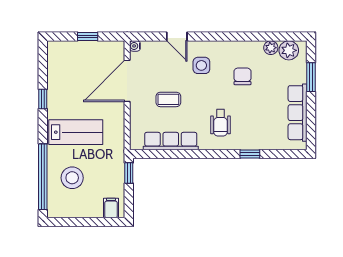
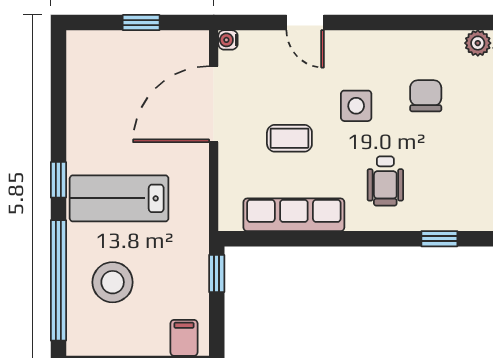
side table: (201, 65) -> (356, 106), moved
window: (43, 99) -> (58, 180), moved
lab bench: (76, 132) -> (119, 198), turned 180

